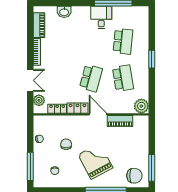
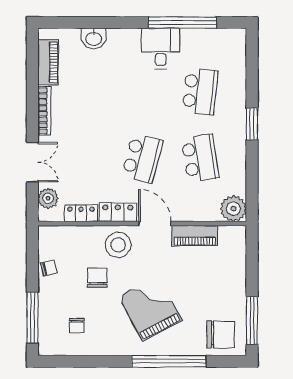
stool: (78, 126) -> (118, 245), added

